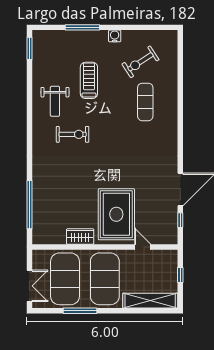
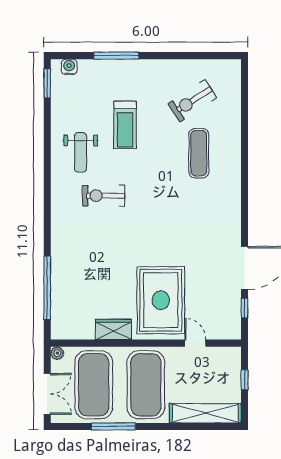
water cooler: (115, 36) -> (69, 67), moved
treadmill: (89, 80) -> (125, 125), turned 180
exercise bike: (73, 134) -> (104, 196), turned 180
plant: (37, 255) -> (57, 353), added

